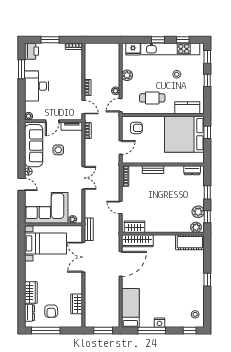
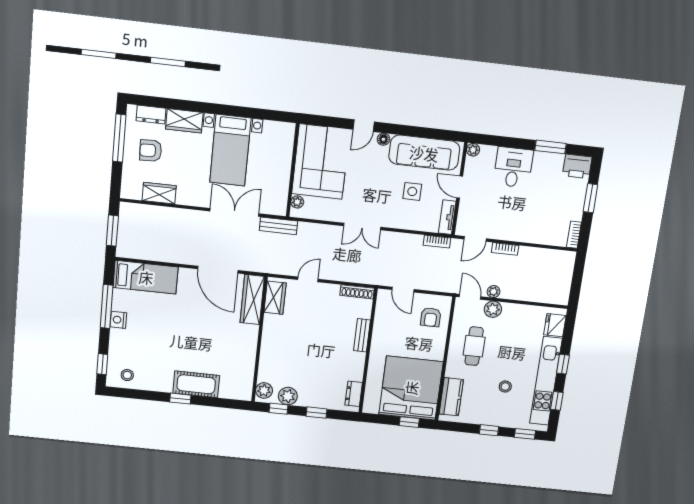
plant: (127, 75) -> (493, 309), moved
desk: (36, 86) -> (513, 167), width x0.73
cot: (190, 242) -> (196, 384), moved, turned 90
bed with nightstands: (46, 243) -> (230, 150), moved

